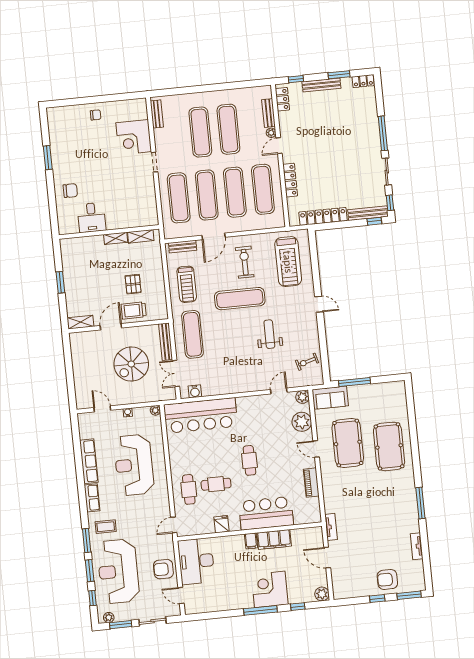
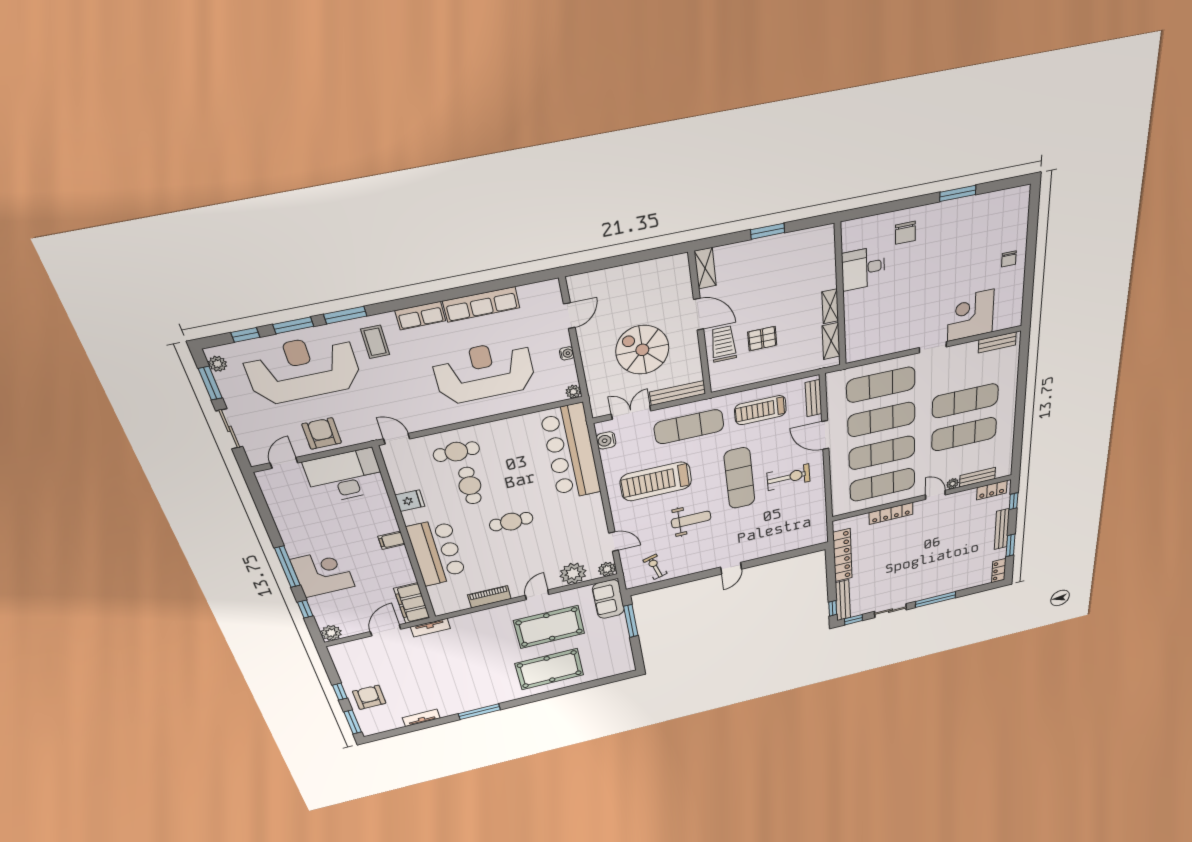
treadmill: (288, 262) -> (656, 481), moved
filing cabinet: (274, 539) -> (412, 603), moved

